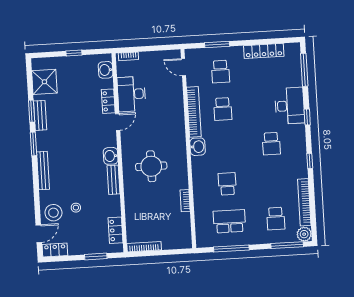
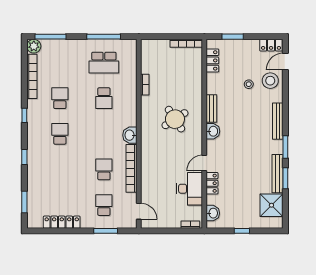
window: (304, 70) -> (24, 202), width x0.69
desk: (290, 106) -> (40, 169), removed
bench: (40, 115) -> (277, 174), width x1.36
round table: (151, 166) -> (175, 119), turned -33
school desk: (276, 219) -> (60, 98), moved

